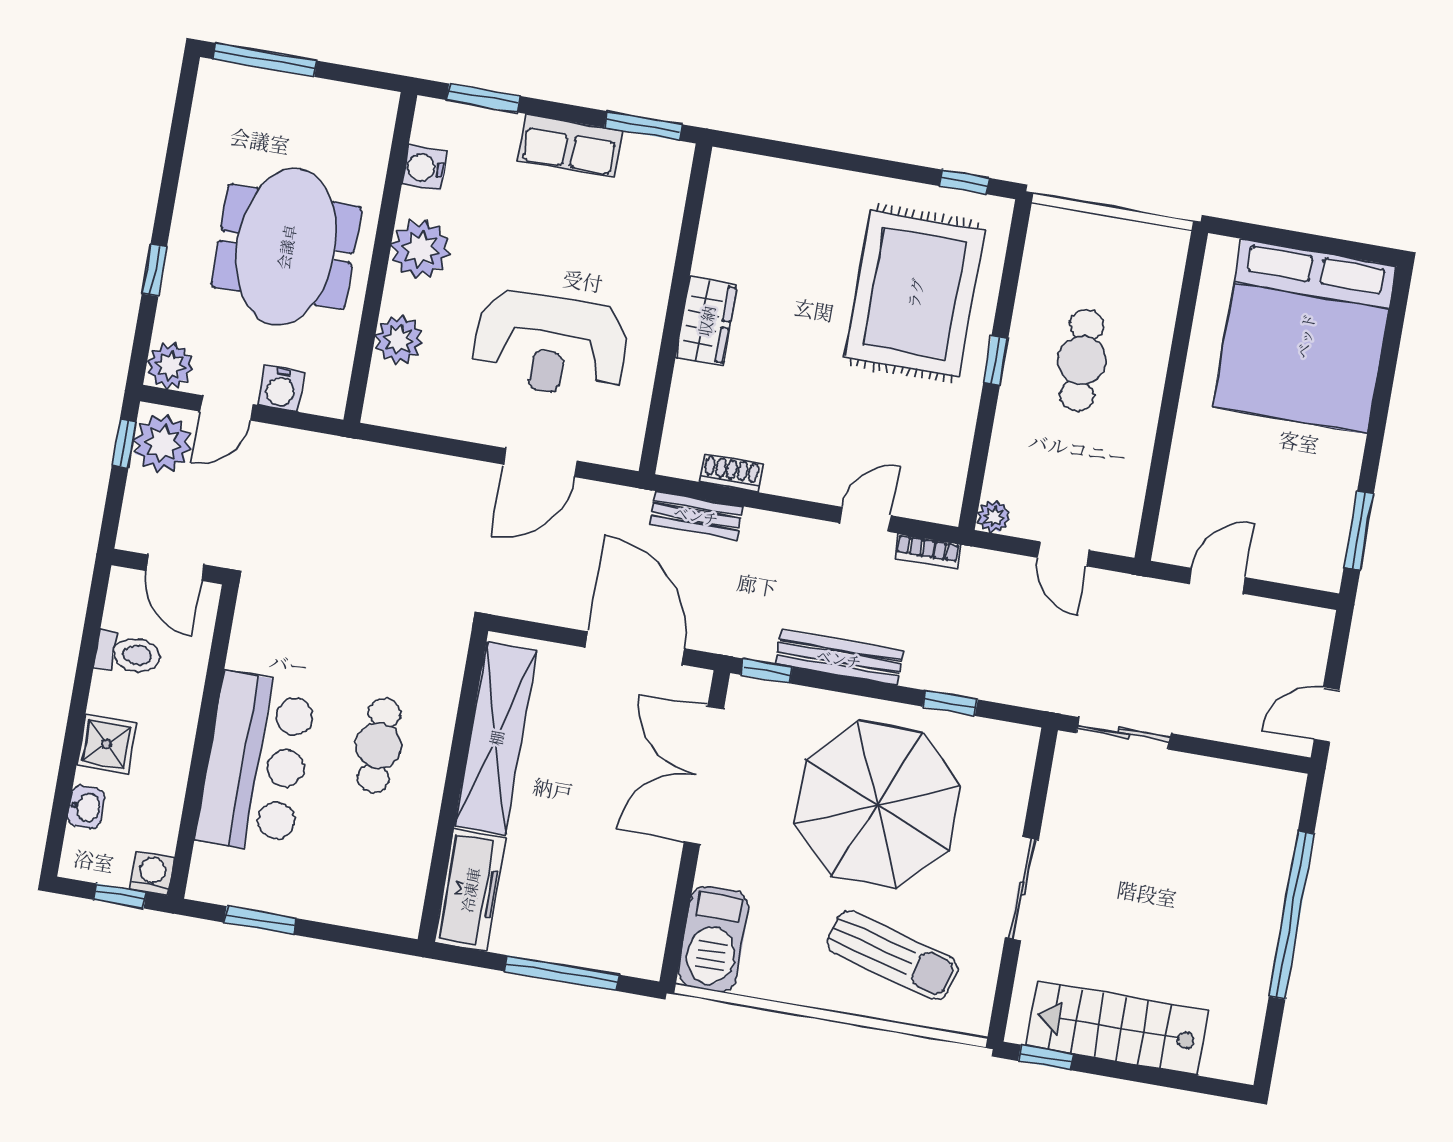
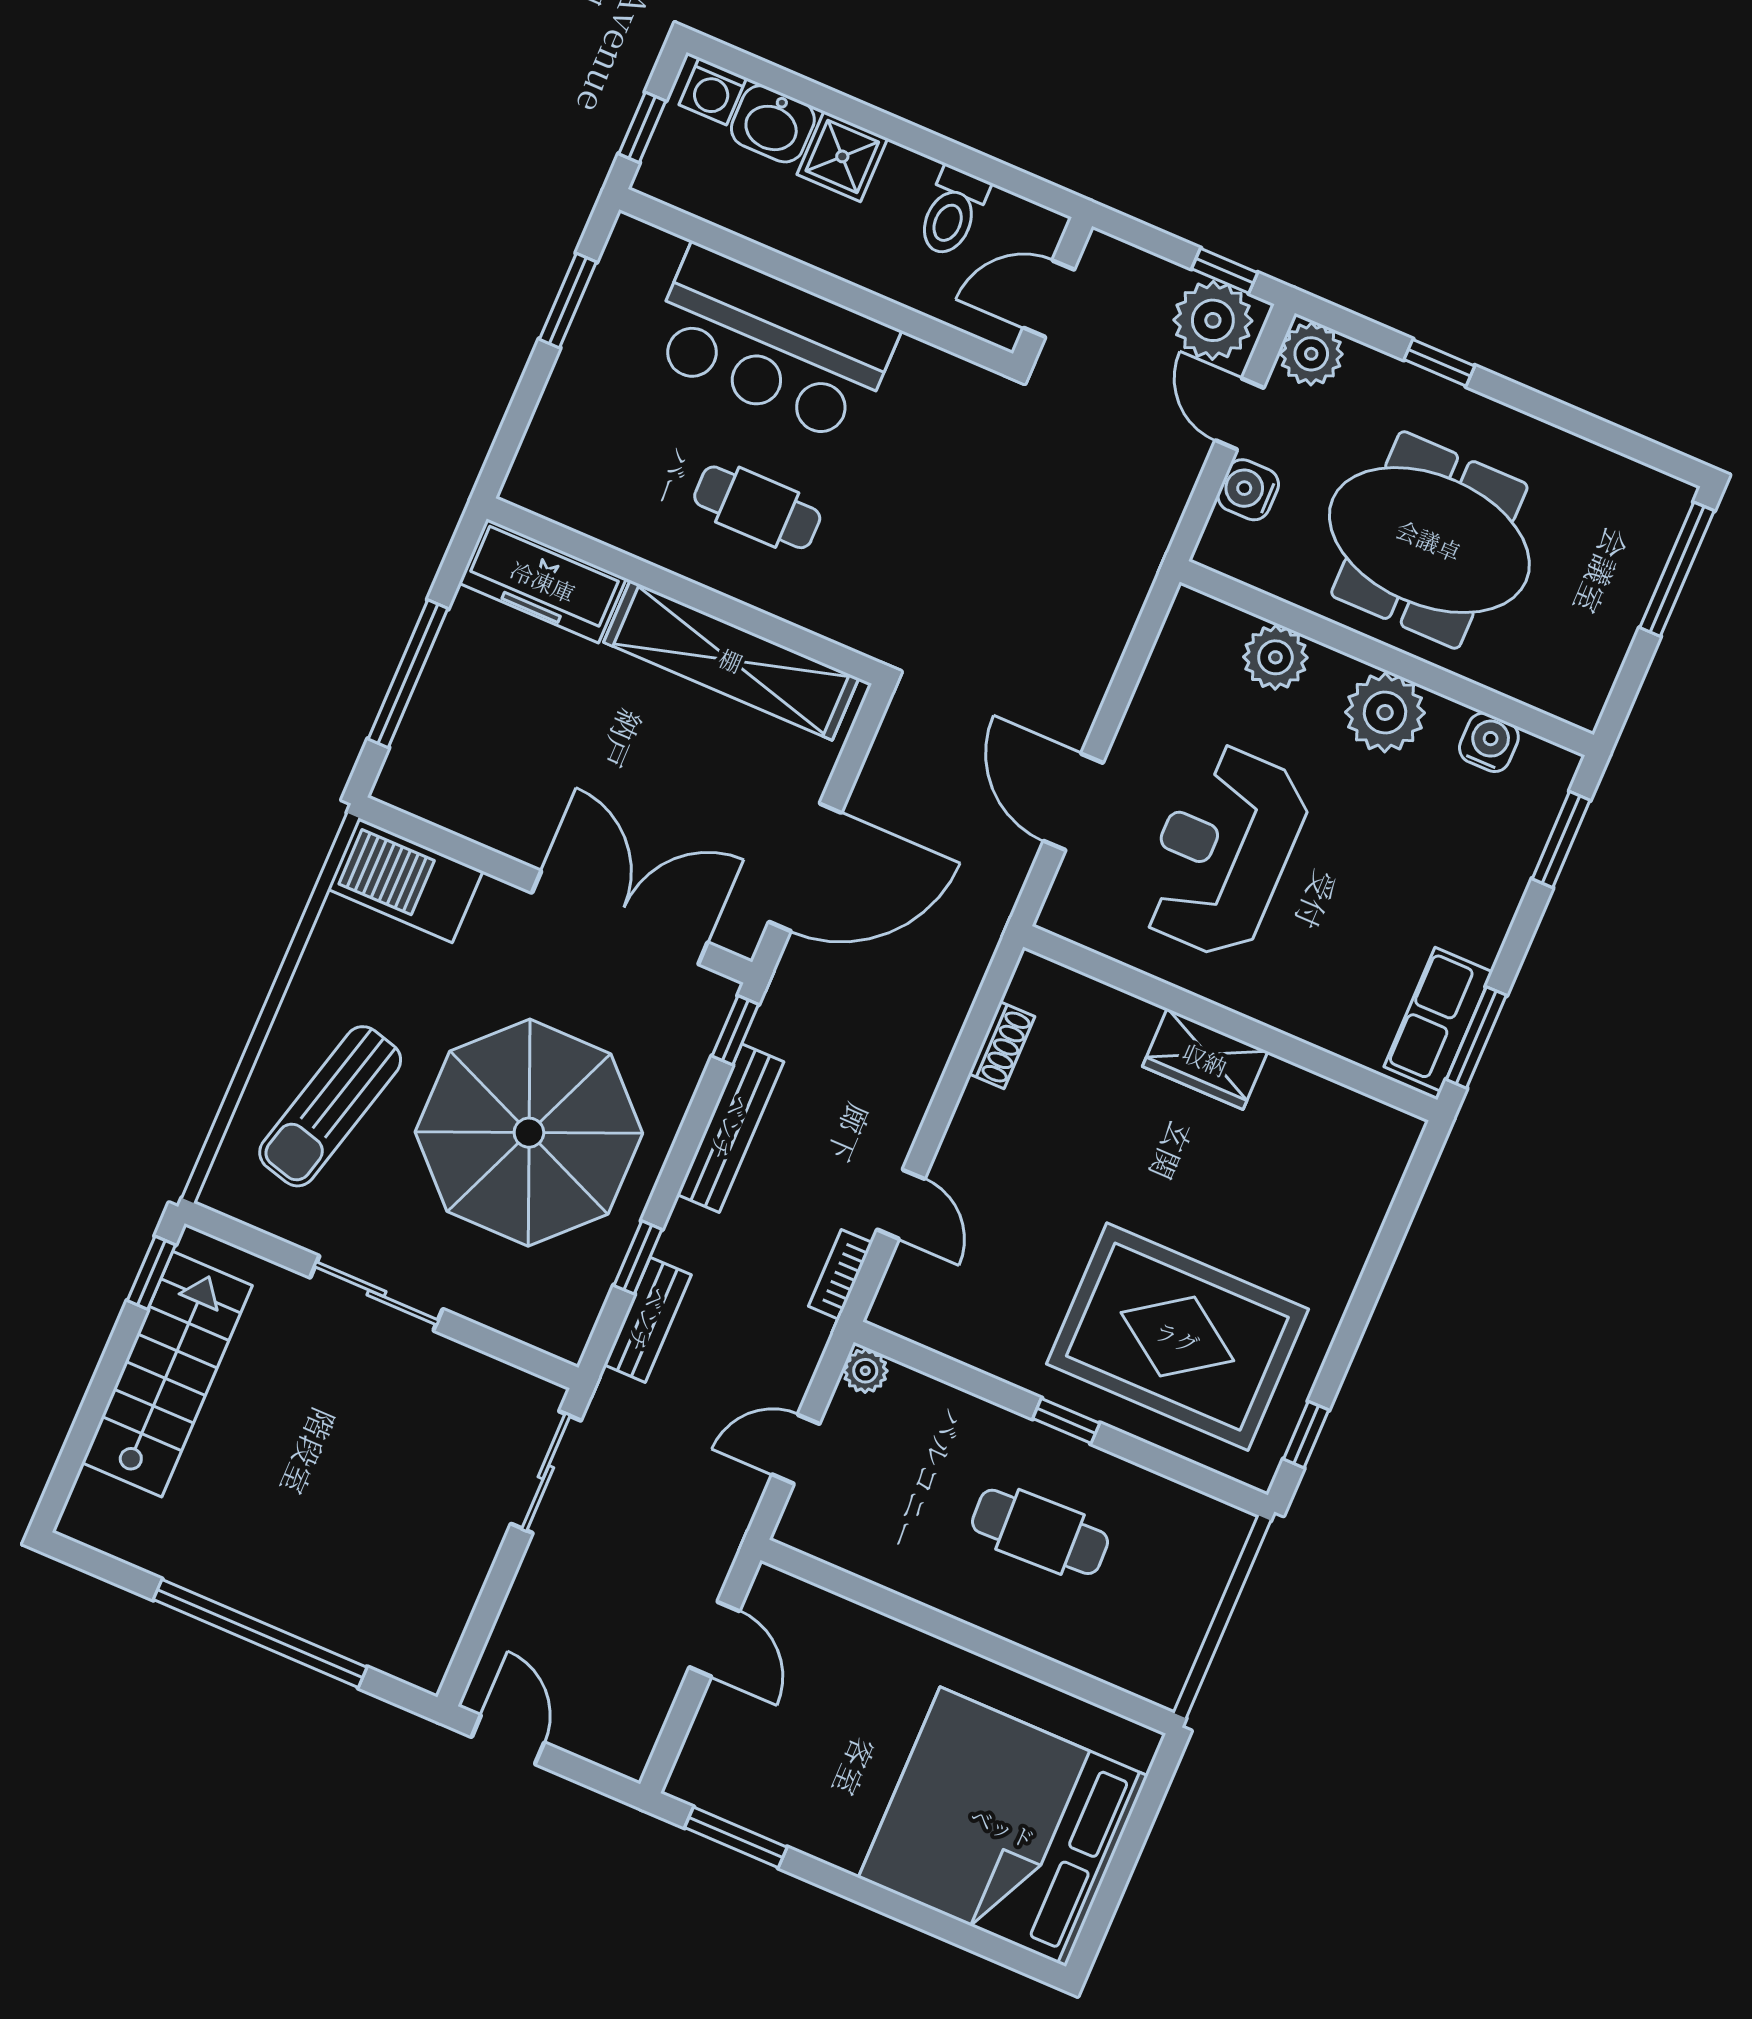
row of seats: (570, 145) -> (1438, 1019), moved
bench: (696, 515) -> (648, 1320), moved
washbasin: (86, 807) -> (773, 124), width x1.38, depth x1.45
washing machine: (152, 873) -> (713, 91), moved, turned 90

